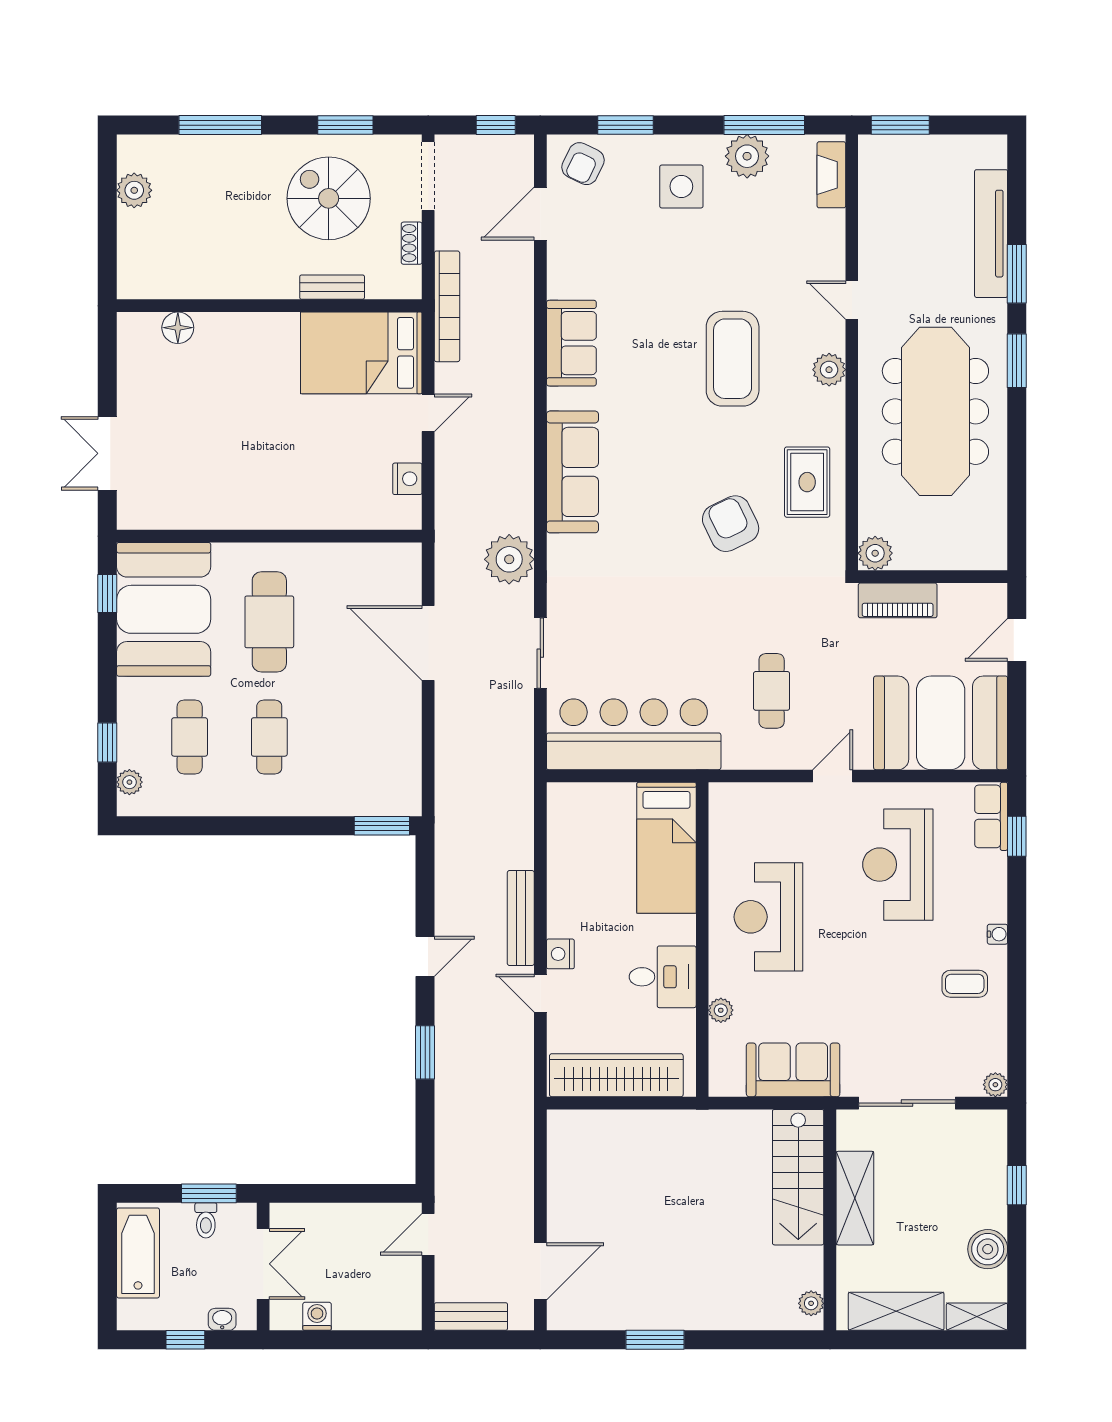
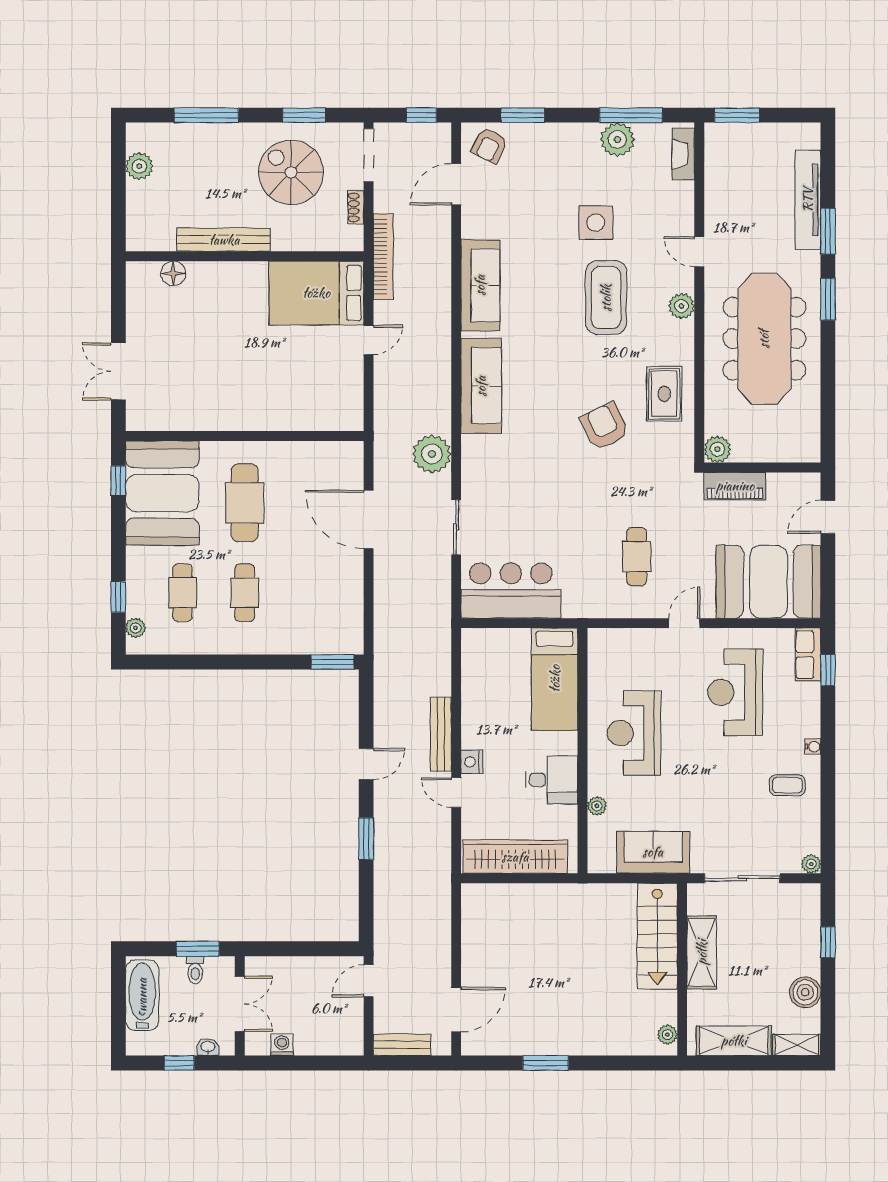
side table: (681, 186) -> (596, 223), moved
bench: (332, 287) -> (224, 240), moved, width x1.86, depth x1.21
sofa: (571, 343) -> (480, 285), width x1.36
nightstand: (407, 479) -> (352, 391), removed
bar counter: (634, 734) -> (511, 591), width x0.73

